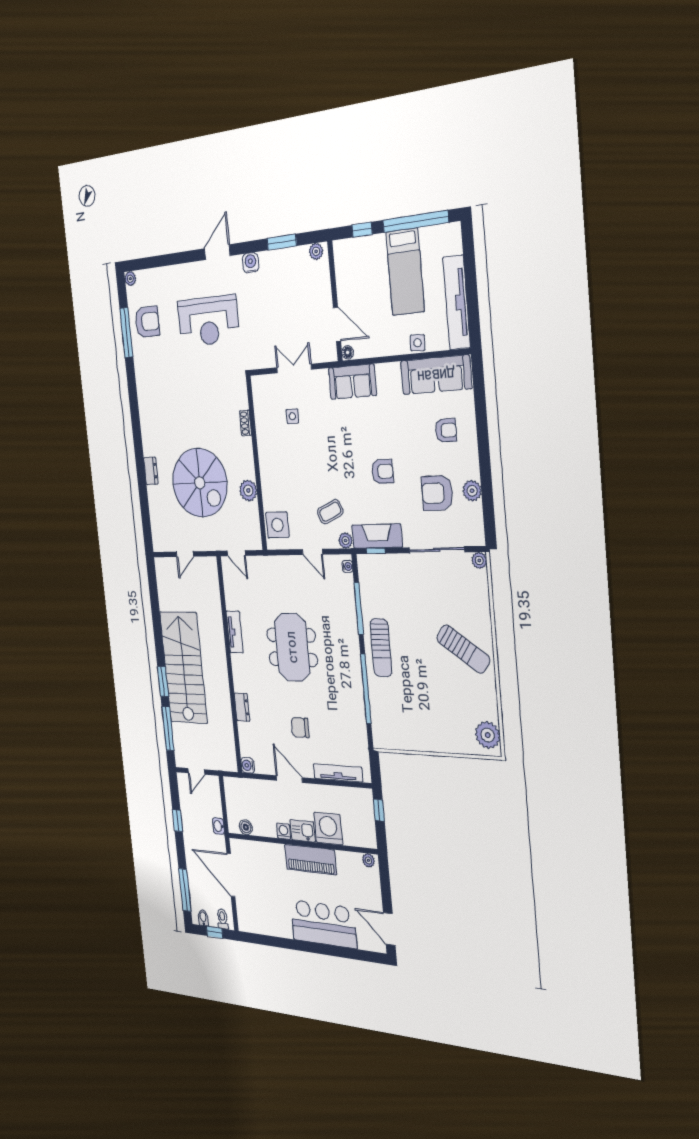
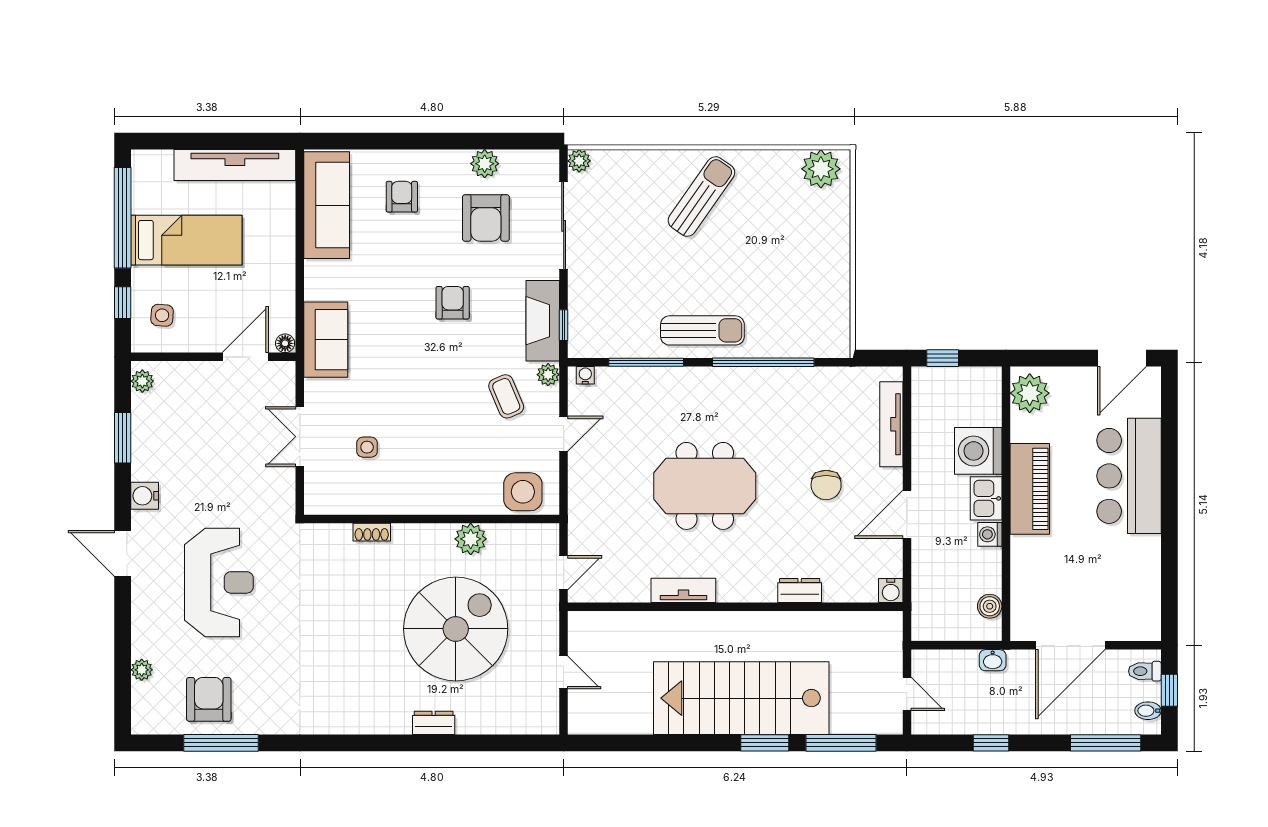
plant: (130, 279) -> (142, 670), moved
side table: (418, 343) -> (162, 315), moved
plant: (368, 860) -> (1030, 393), width x1.87, depth x1.87

